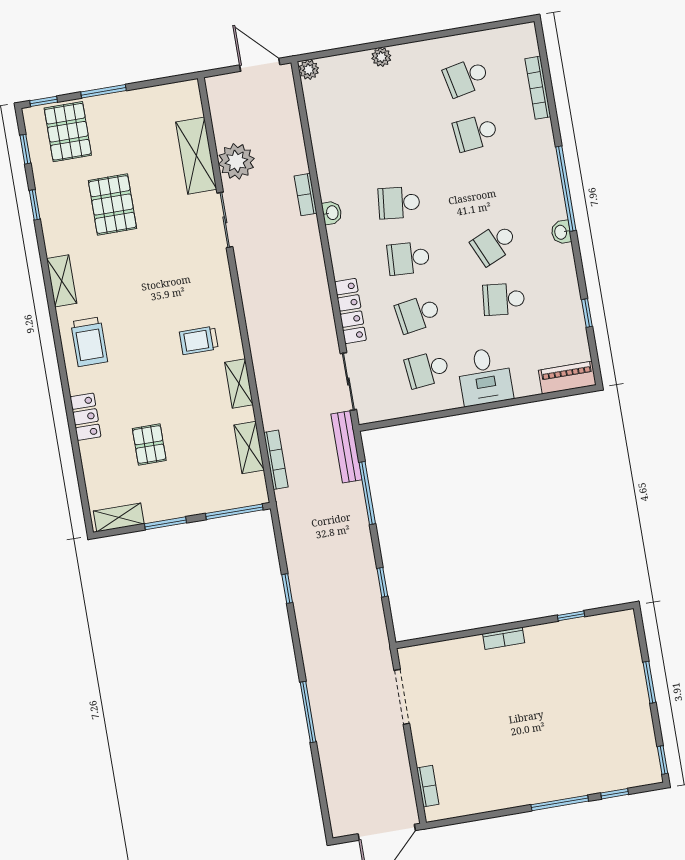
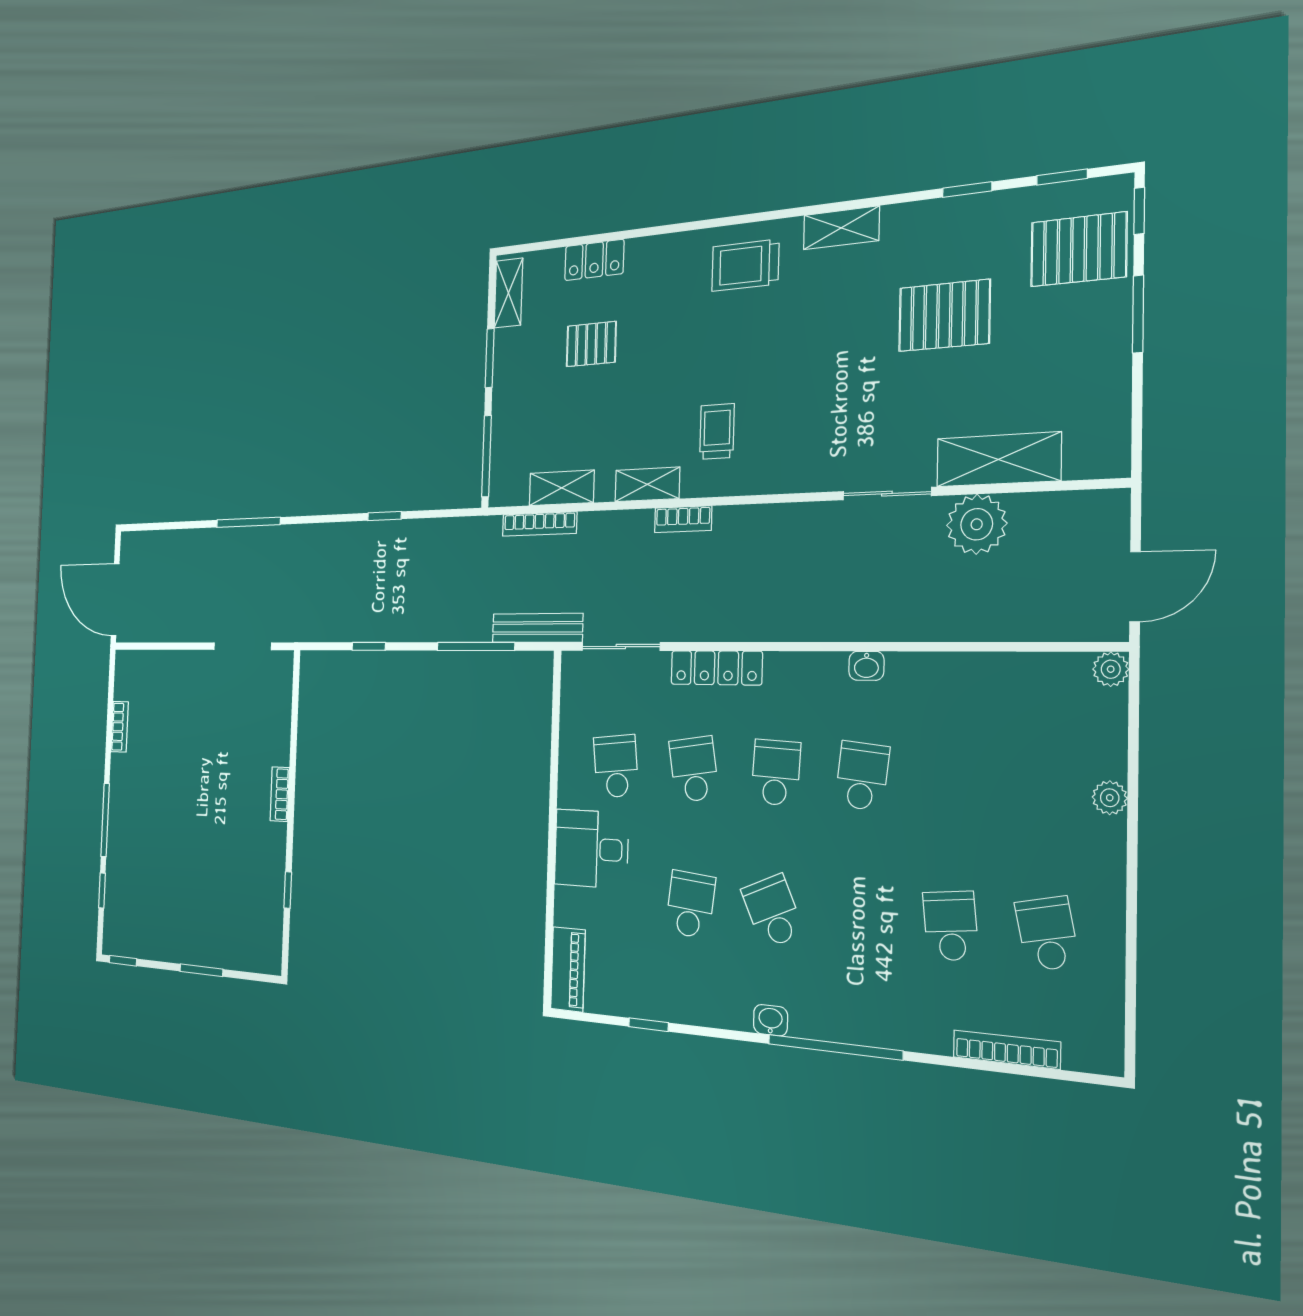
bookcase: (306, 195) -> (683, 519), moved, turned 180
locker: (86, 417) -> (594, 260), moved
bookcase: (428, 786) -> (120, 727), moved, turned -90

